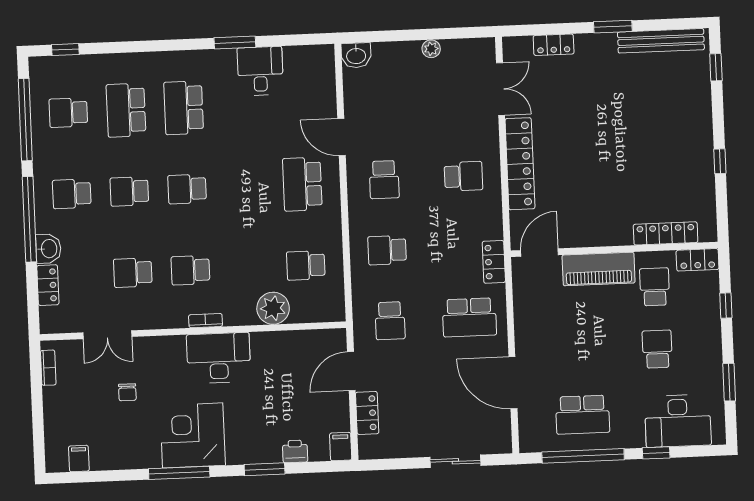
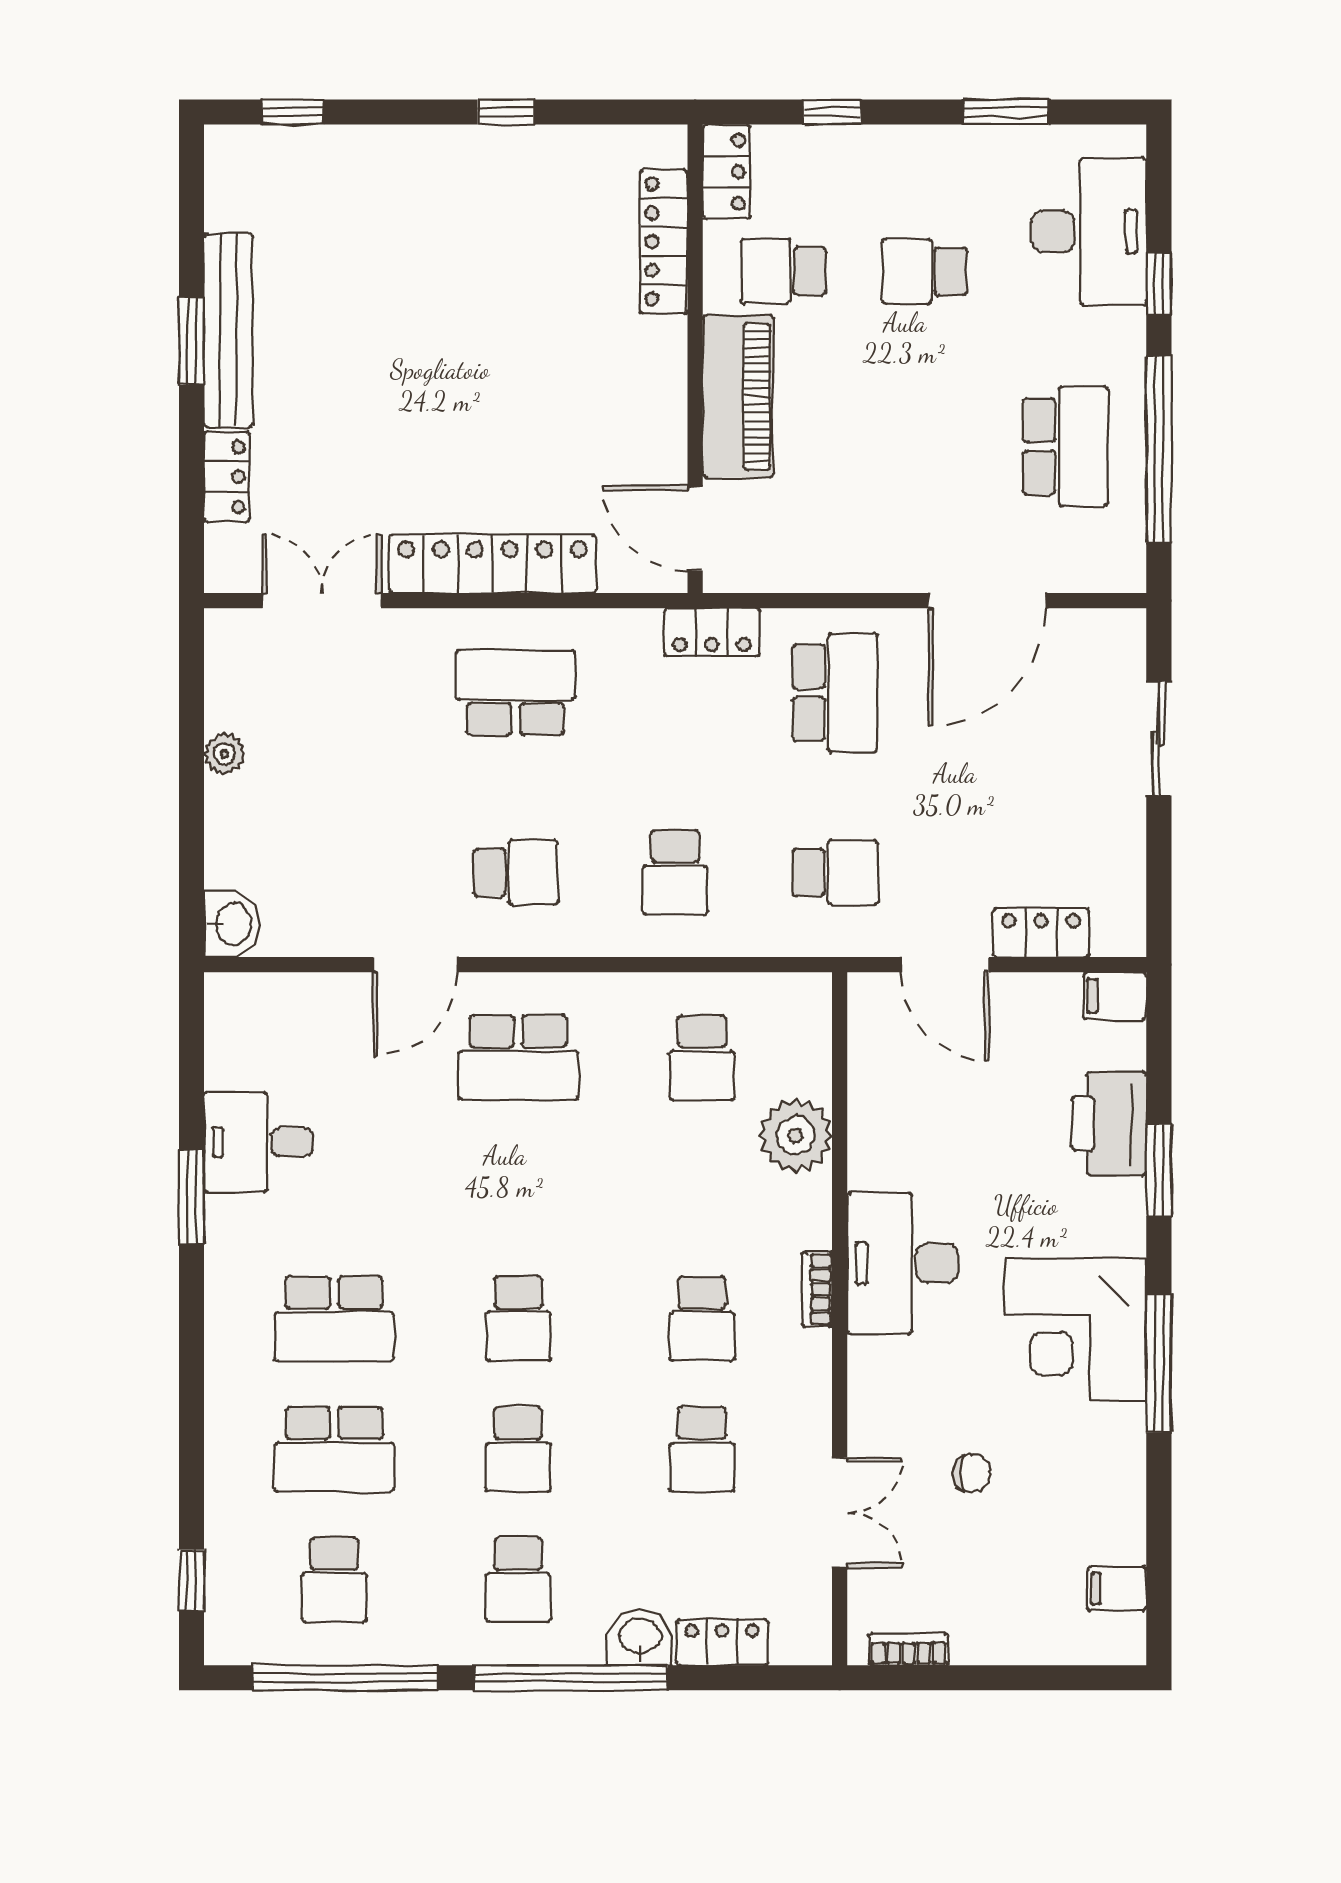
bench: (661, 41) -> (228, 330), moved
school desk: (463, 176) -> (515, 693), width x1.85
printer: (295, 451) -> (1109, 1124), width x1.87, depth x1.48

